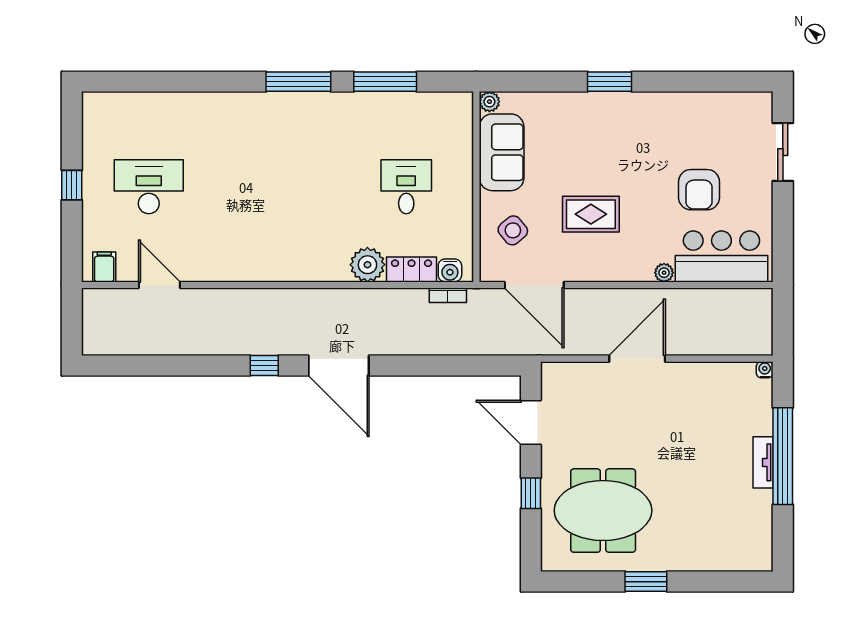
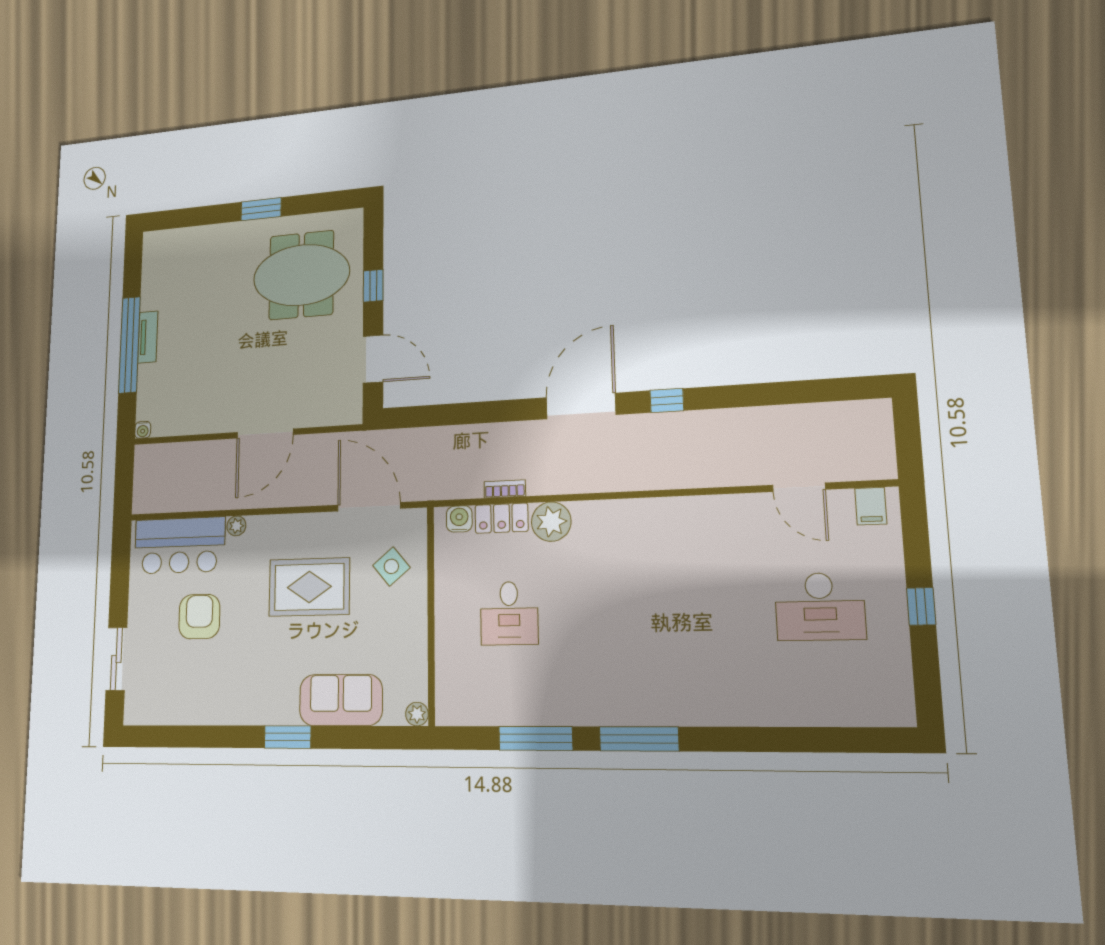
sofa: (502, 152) -> (341, 700), moved, turned 90
rug: (591, 214) -> (309, 587), width x1.36, depth x1.43
bookcase: (448, 295) -> (505, 489), moved
door: (339, 365) -> (581, 406), hinge flipped

